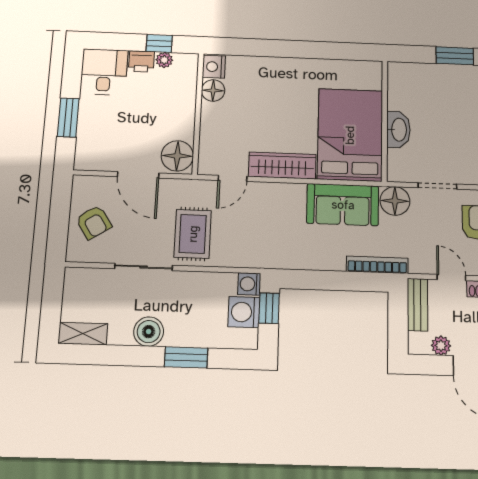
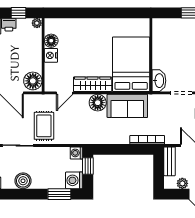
plant: (164, 60) -> (37, 23), moved
nightstand: (214, 67) -> (51, 55), moved
washbasin: (398, 130) -> (159, 81), moved
floor lamp: (395, 201) -> (98, 103), moved
washing machine: (244, 312) -> (74, 180), moved
window: (186, 357) -> (59, 194), moved

